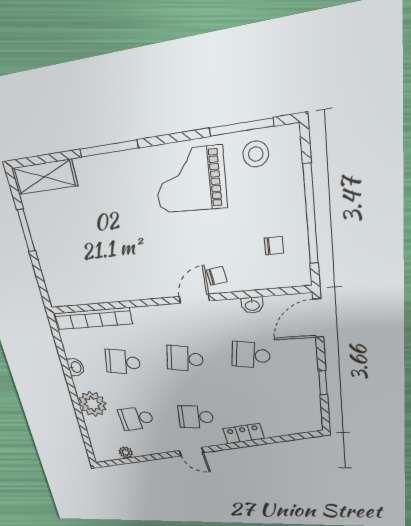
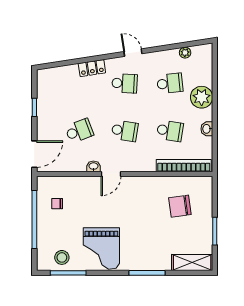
grand piano: (190, 180) -> (101, 249), turned 87
chair: (217, 276) -> (180, 206), moved, width x1.87, depth x1.87
washbasin: (252, 305) -> (93, 166), moved
school desk: (251, 355) -> (79, 131), turned -30

